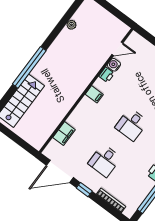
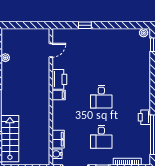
water cooler: (114, 65) -> (57, 154), moved
printer: (107, 75) -> (59, 79), width x1.87, depth x1.48

